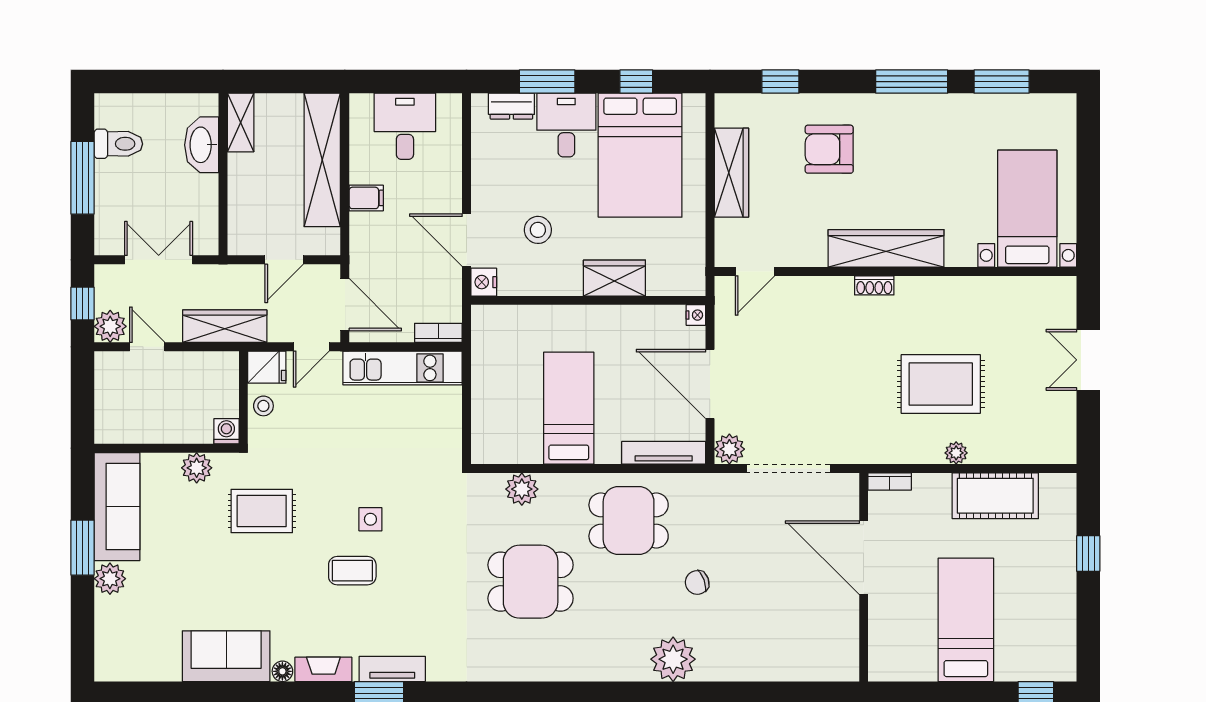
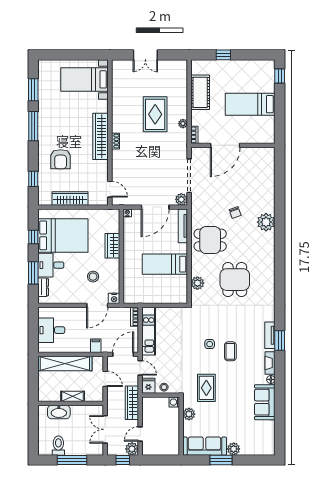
shelving: (241, 122) -> (73, 396), moved
filing cabinet: (366, 198) -> (96, 346), moved
plant: (956, 453) -> (183, 124), moved
dining table: (629, 521) -> (210, 240), turned 90

